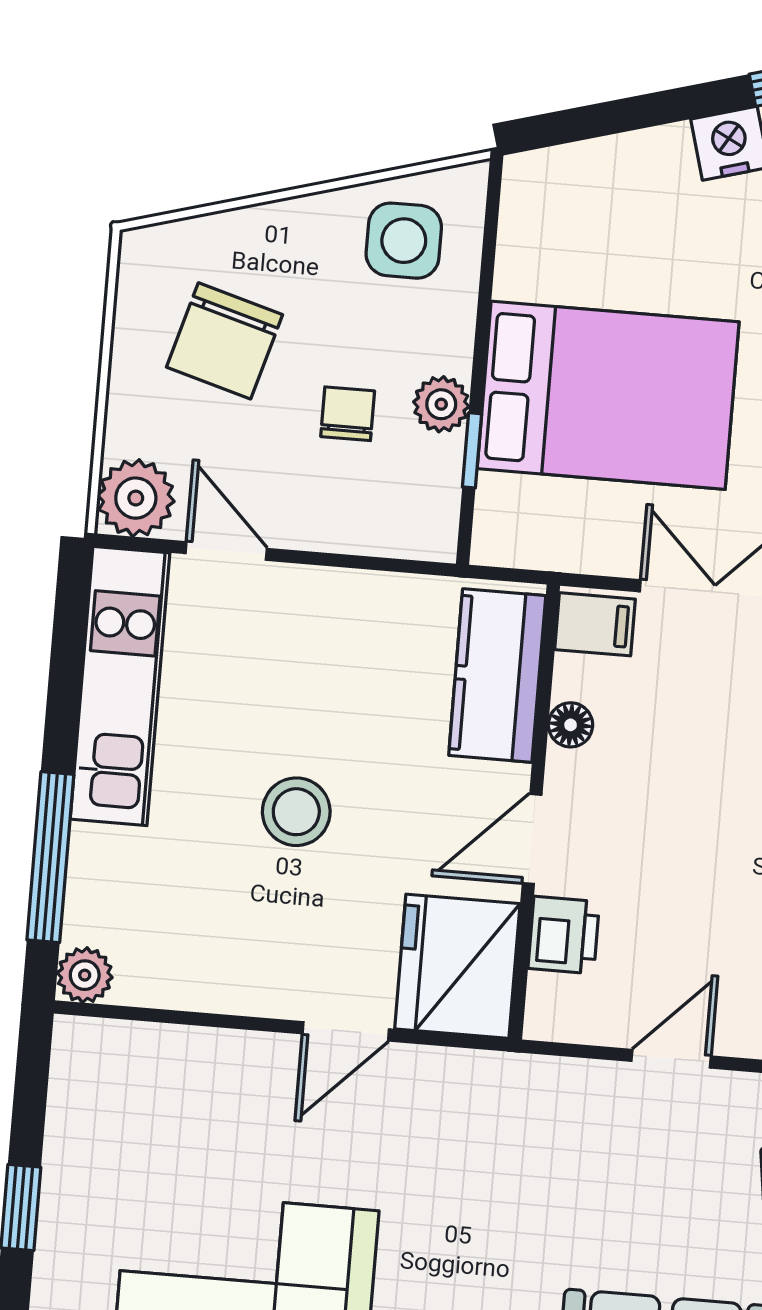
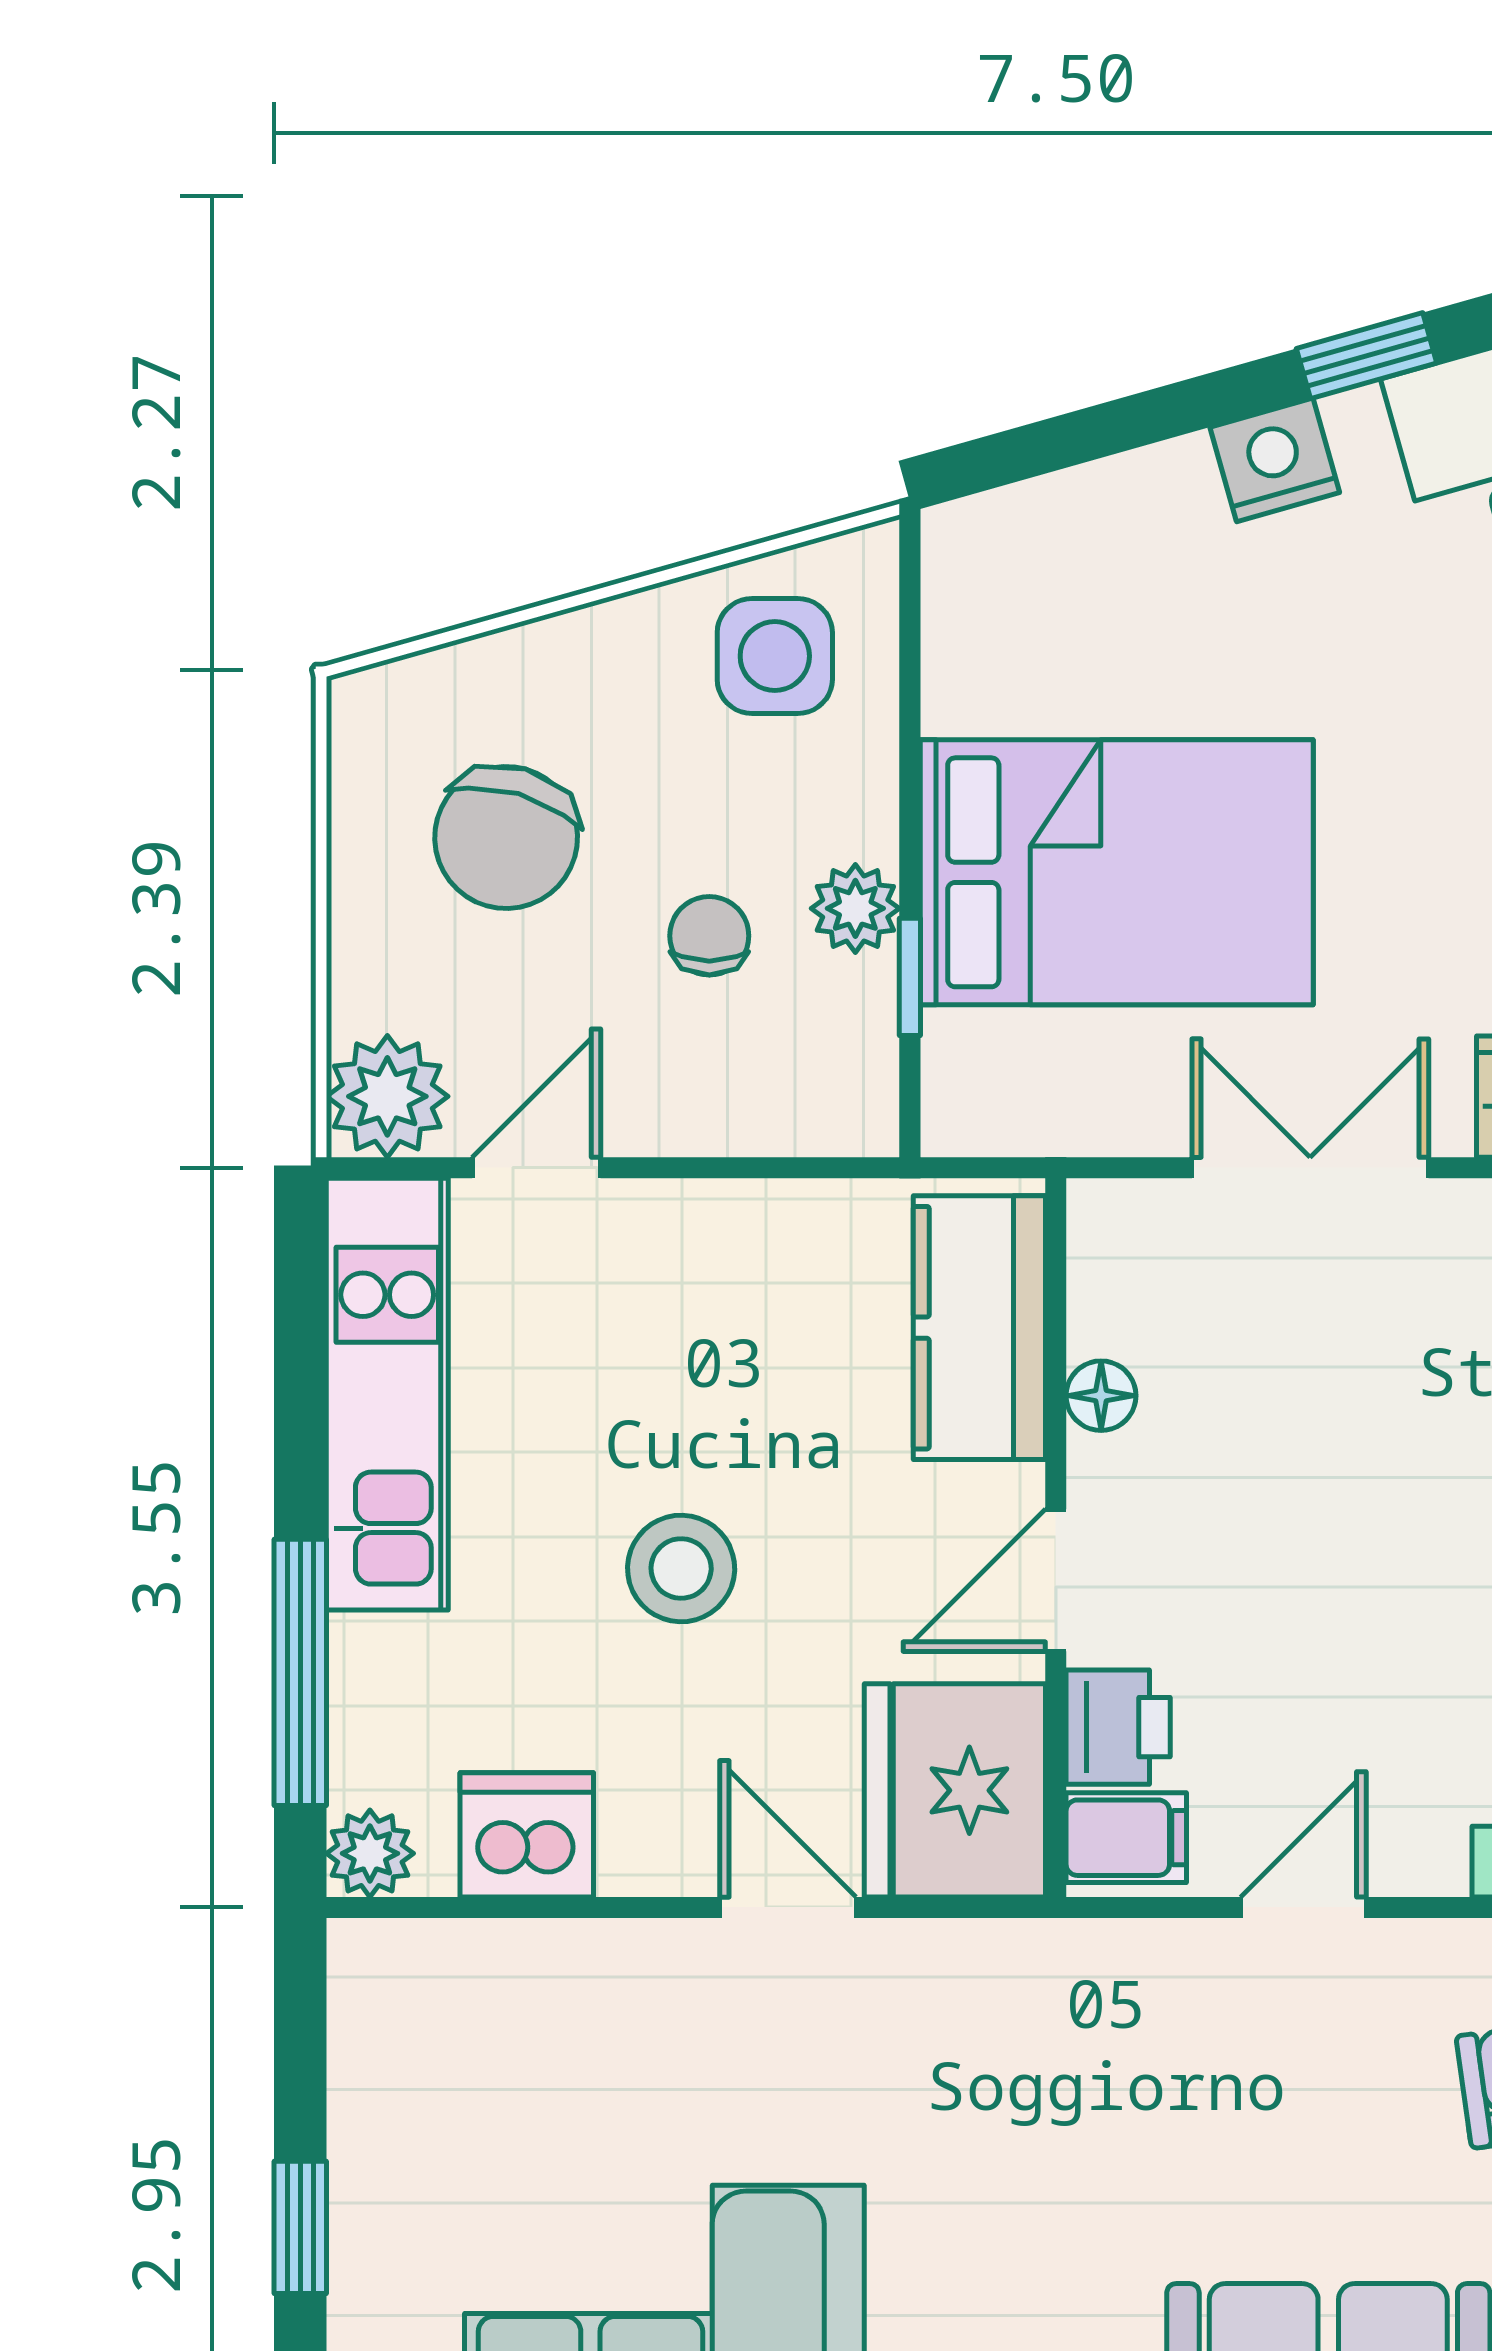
door: (226, 551) -> (536, 1168), hinge flipped
filing cabinet: (595, 624) -> (1126, 1838), moved
dishwasher: (185, 972) -> (527, 1835), added
door: (346, 1031) -> (788, 1907), swing flipped

